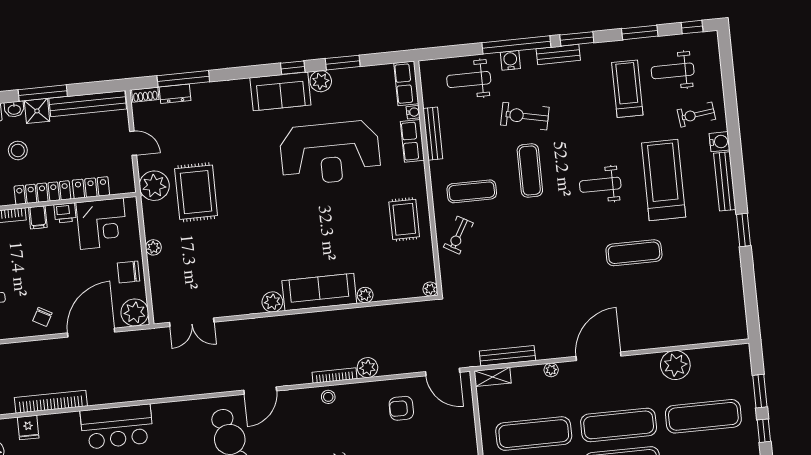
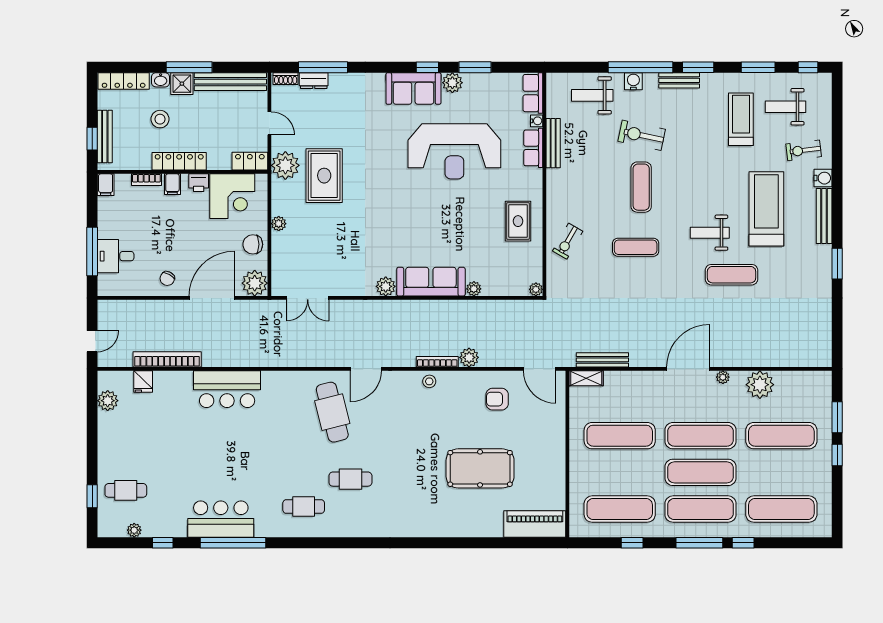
weight bench: (600, 185) -> (710, 233), moved
locker: (91, 188) -> (250, 161), moved
exercise mat: (472, 191) -> (636, 247), moved
plant: (551, 370) -> (723, 377), moved

